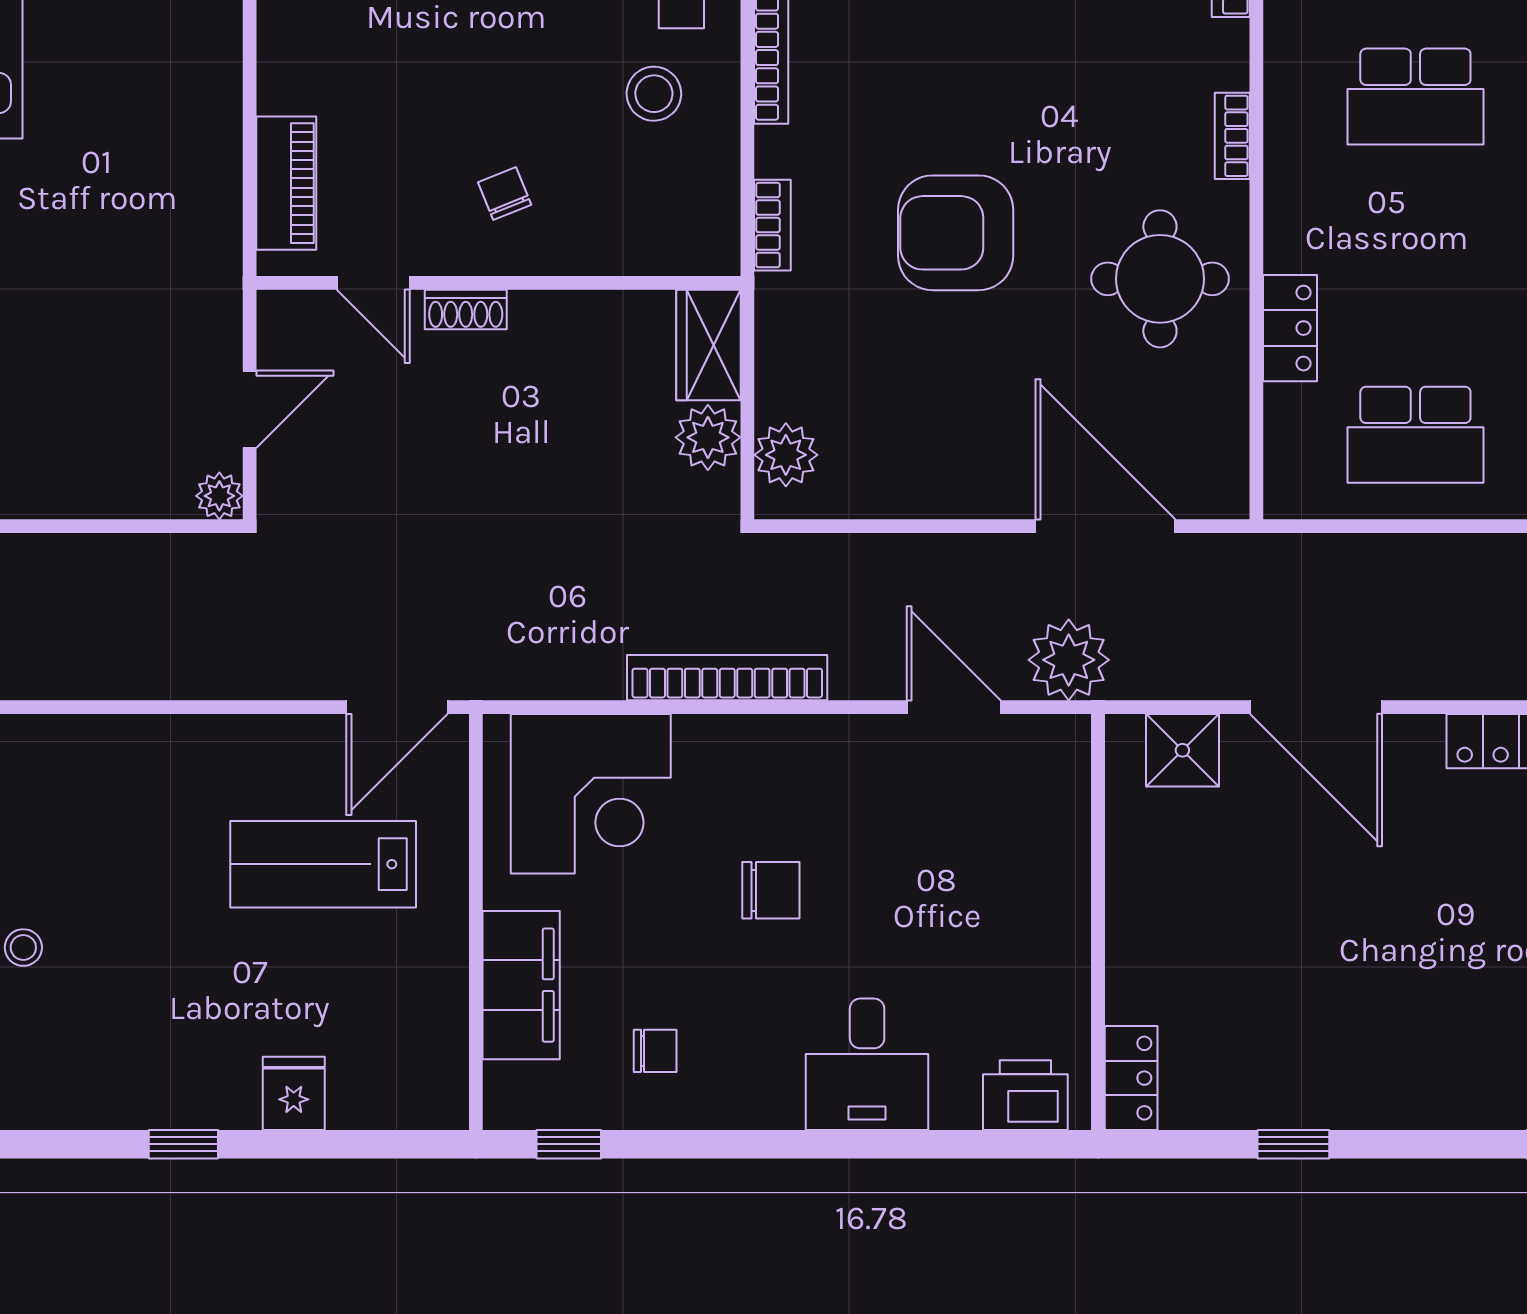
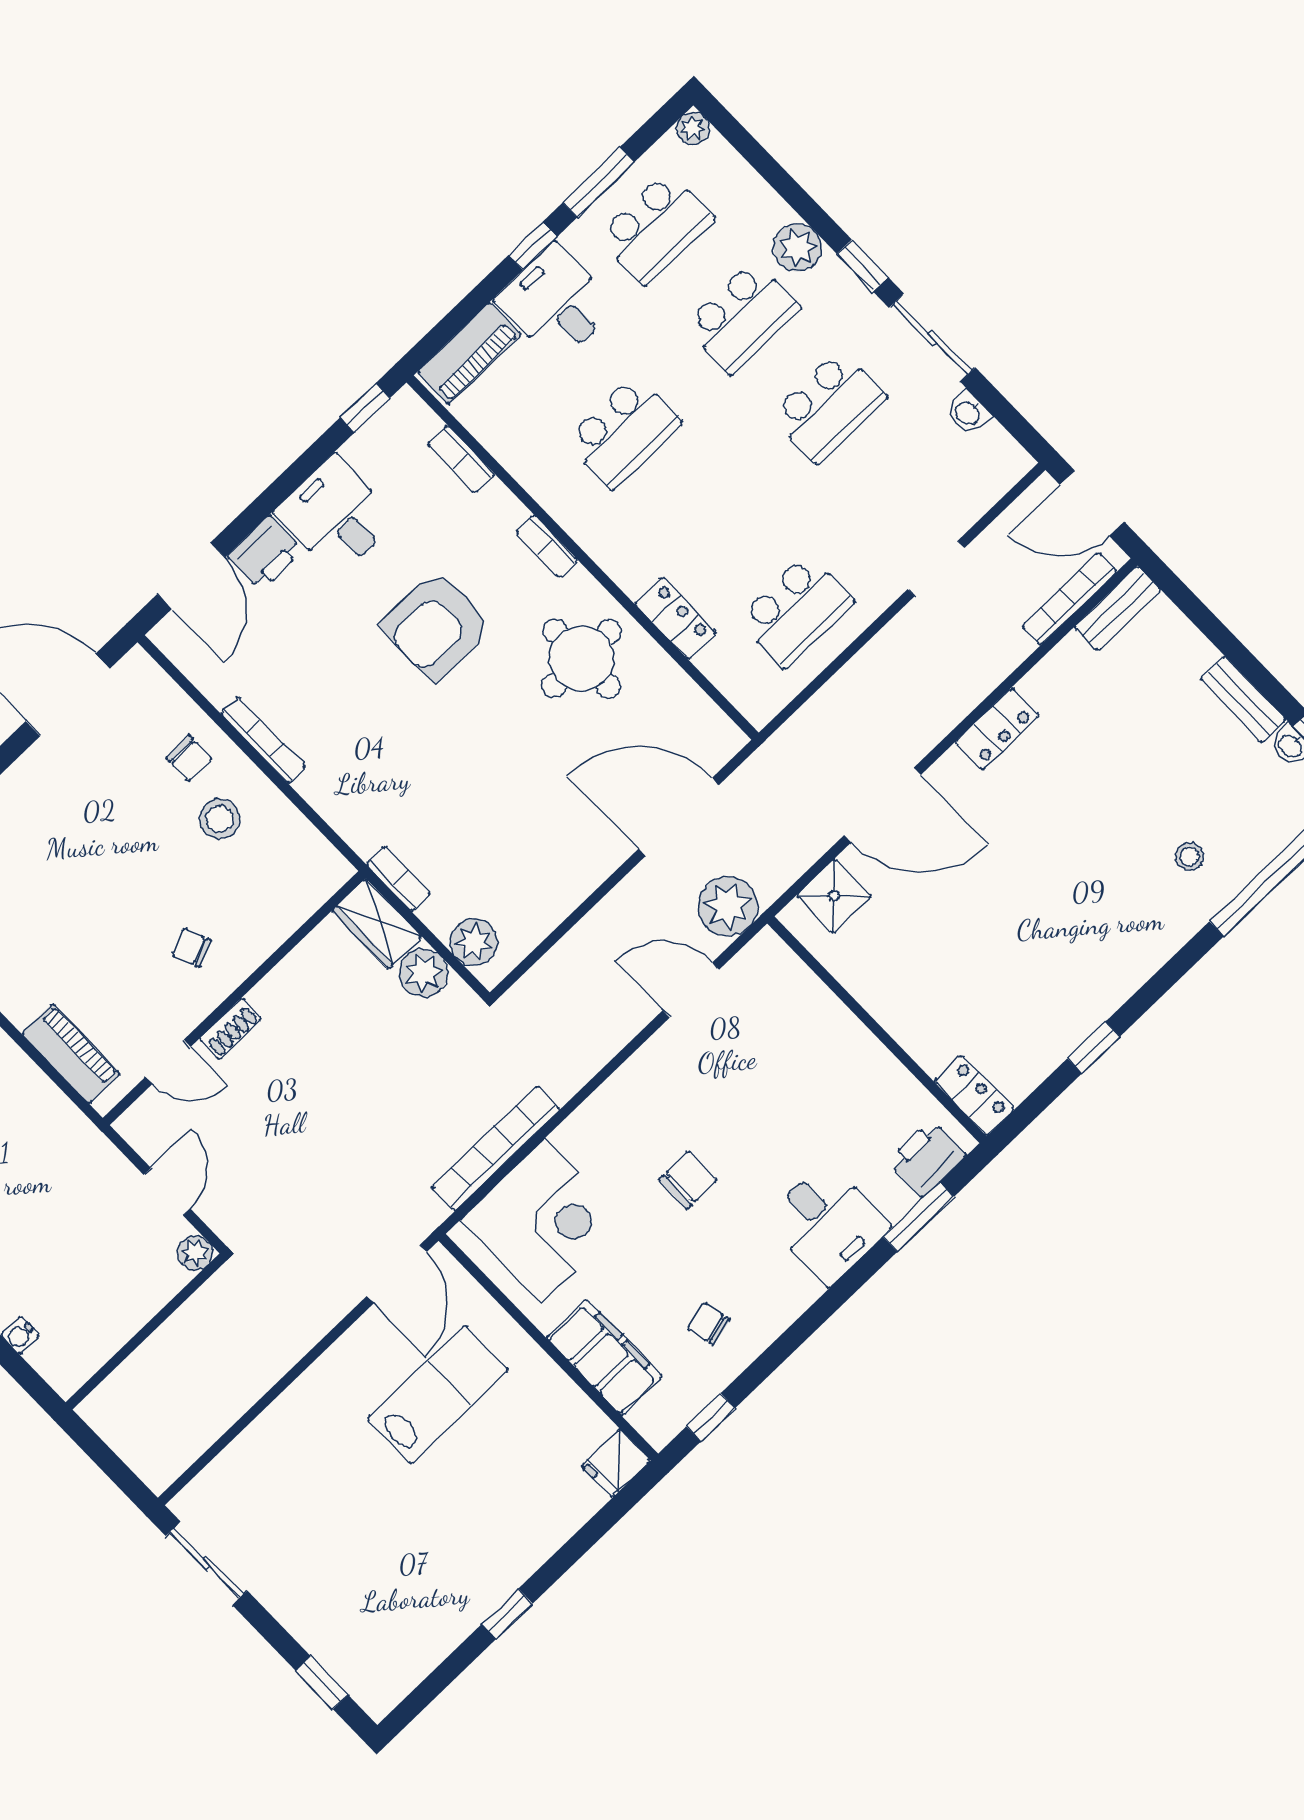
bookcase: (772, 225) -> (398, 879), moved
armchair: (956, 233) -> (437, 626), moved
bookcase: (727, 678) -> (496, 1148), moved
lab bench: (323, 864) -> (438, 1395), turned 180
stool: (23, 948) -> (322, 1592), removed
chair: (655, 1051) -> (709, 1324), turned -103
fridge: (294, 1093) -> (616, 1463), moved, turned -90
window: (962, 1144) -> (918, 1217), added

